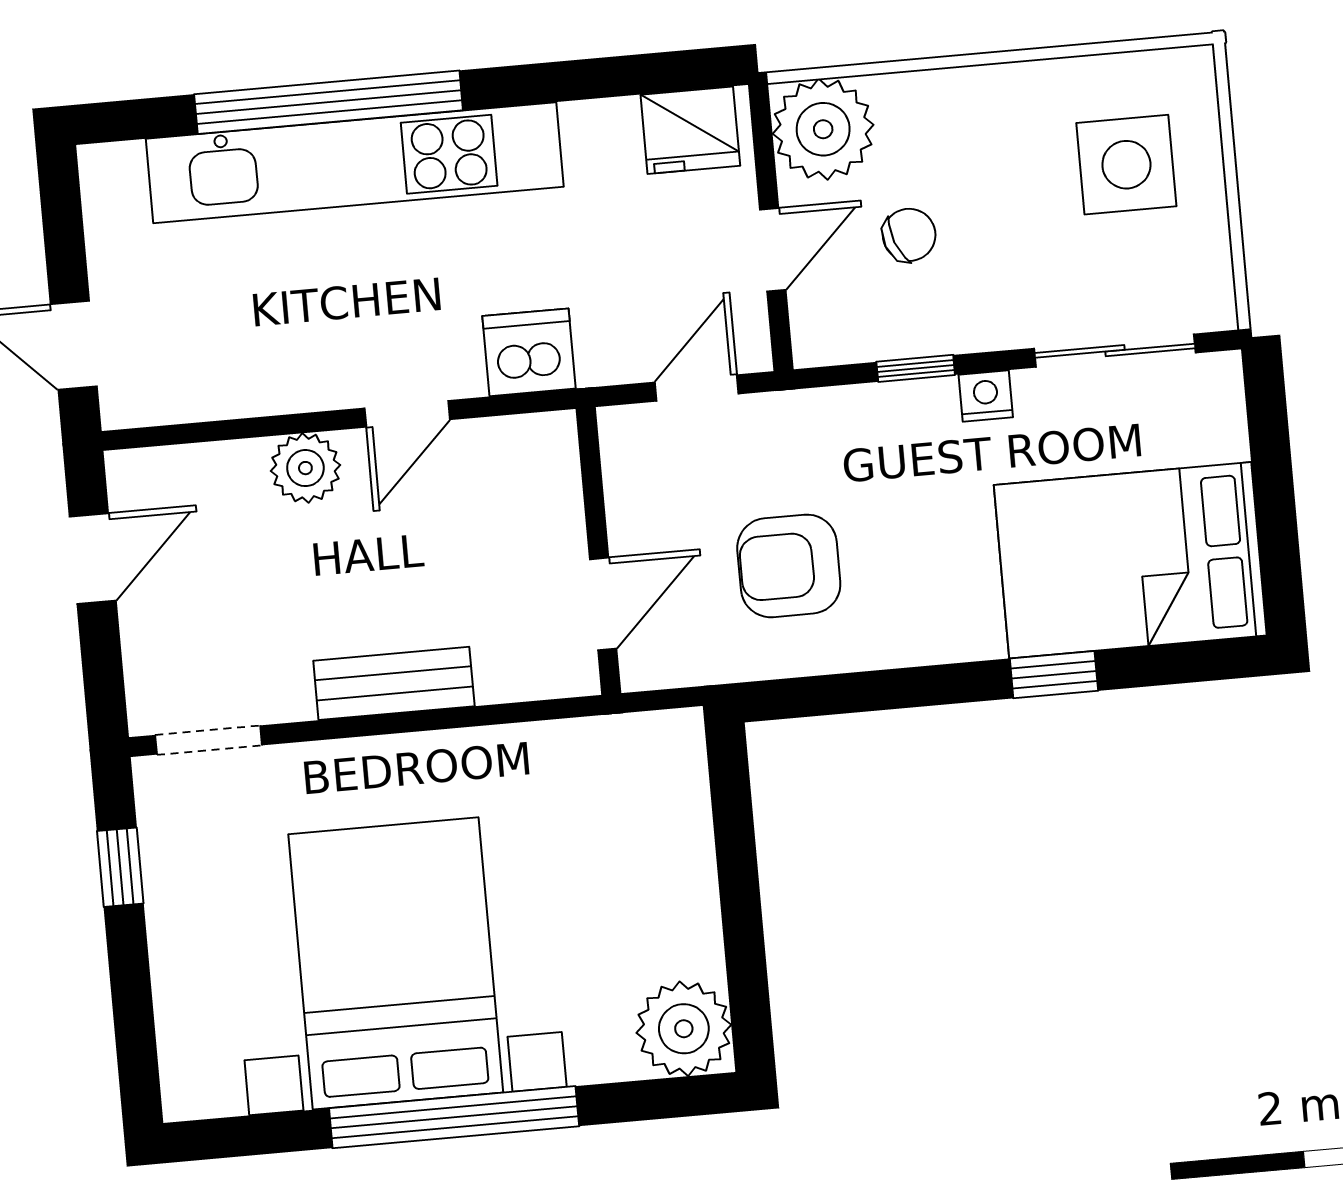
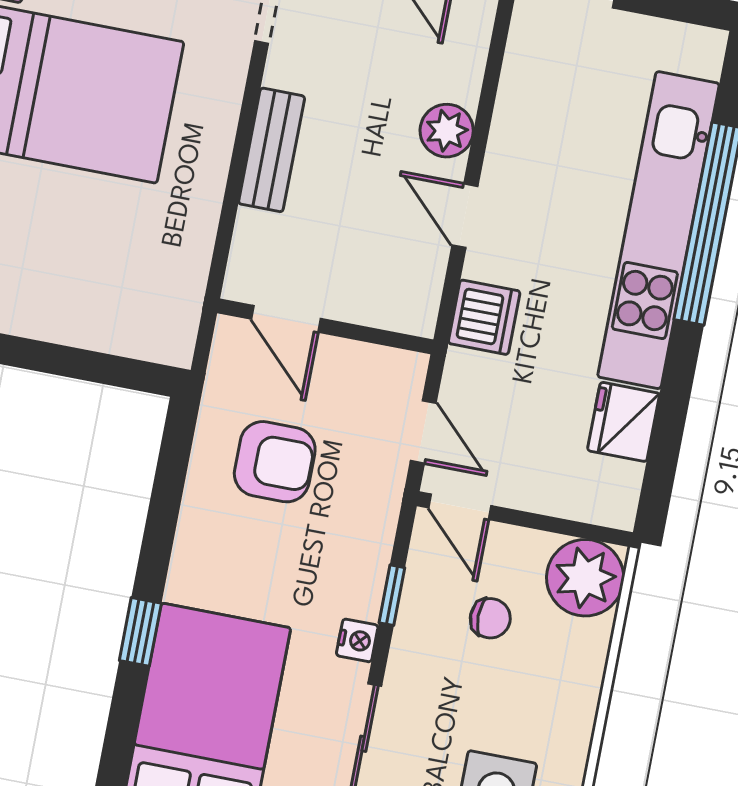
fridge: (690, 130) -> (624, 422), moved
chair: (909, 235) -> (490, 618), turned -69
door: (773, 250) -> (460, 507), moved
armchair: (789, 566) -> (275, 462), turned 90

